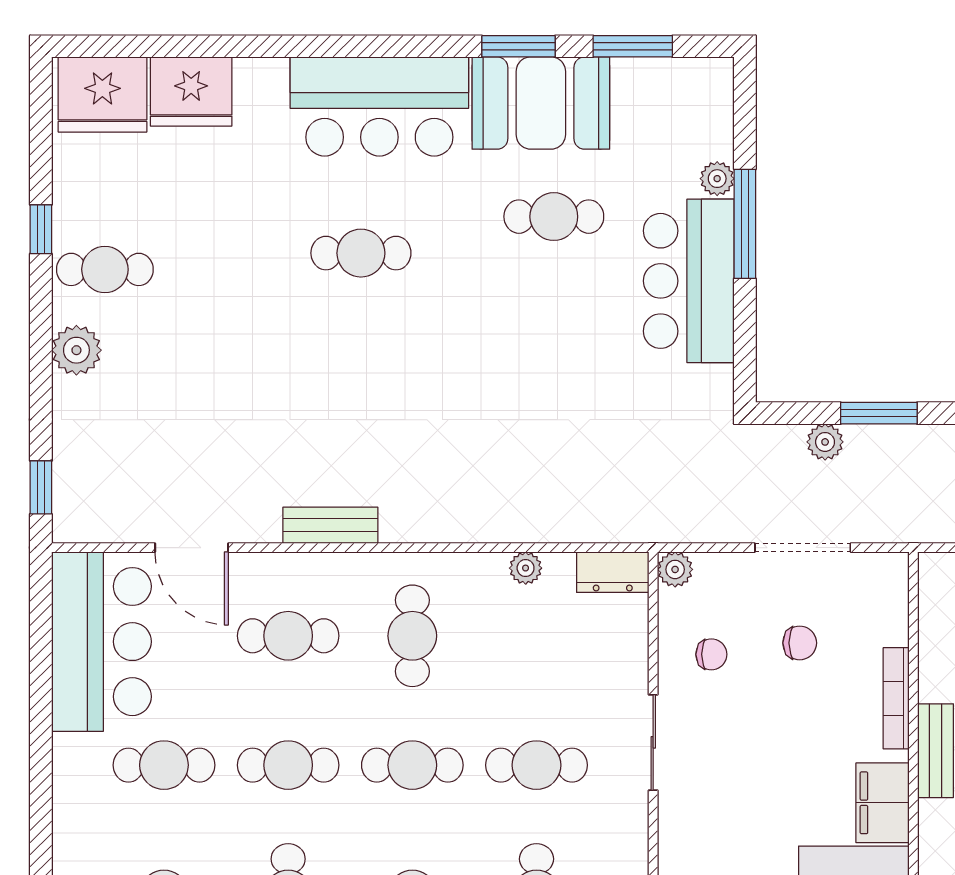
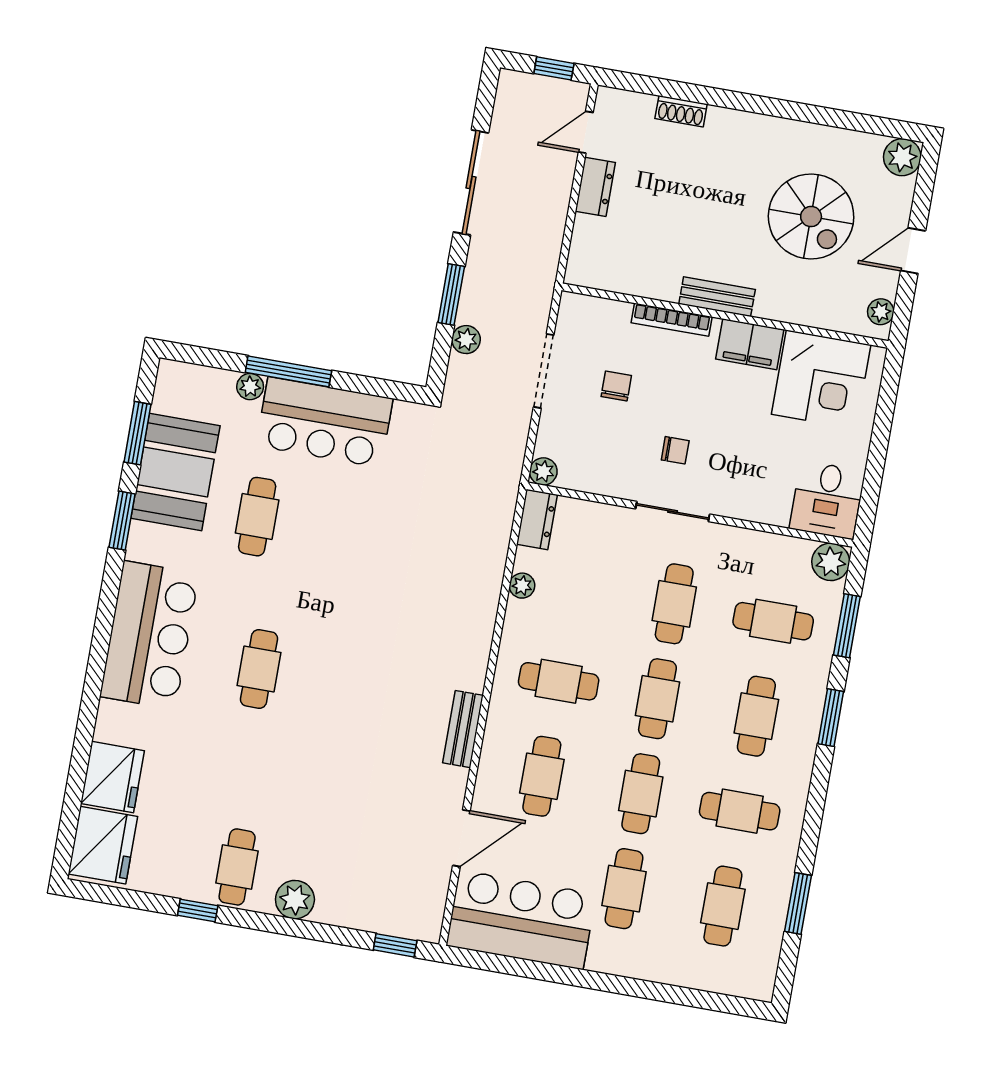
booth: (541, 103) -> (175, 472), moved
chair: (711, 654) -> (675, 450), moved, turned 90

